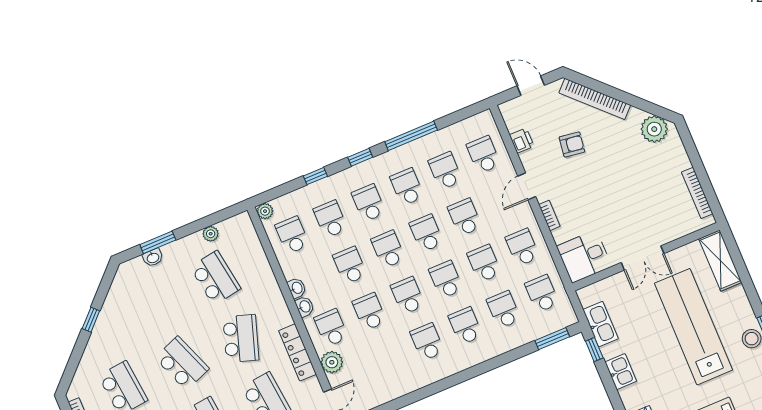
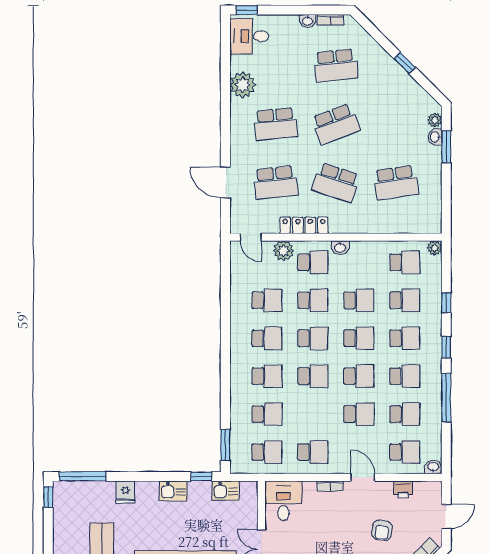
plant: (211, 234) -> (435, 120), moved
school desk: (484, 263) -> (267, 300), moved
washbasin: (297, 288) -> (433, 467), moved, turned 180
kitchen sink: (601, 324) -> (226, 491), width x0.73

